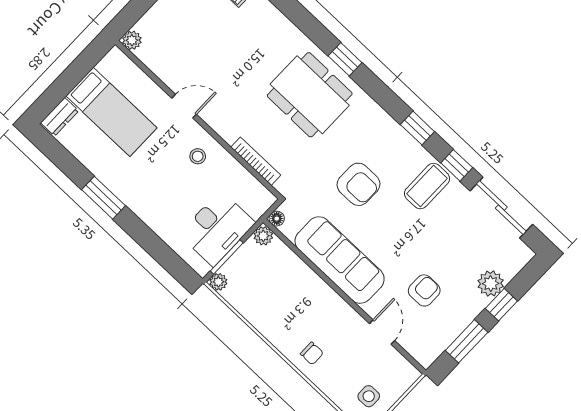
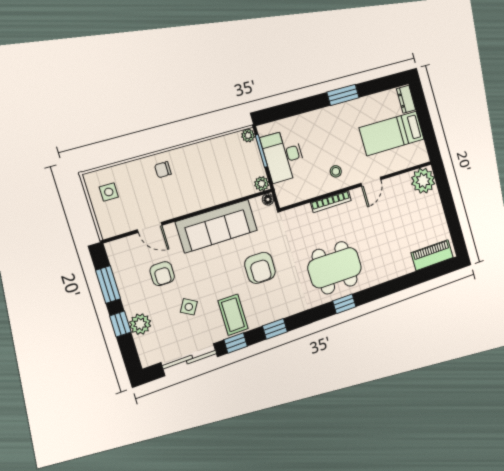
plant: (132, 40) -> (423, 181), width x1.87, depth x1.87
bookcase: (256, 161) -> (331, 202), moved
armchair: (358, 184) -> (260, 268), turned -90
side table: (445, 241) -> (189, 307), added

